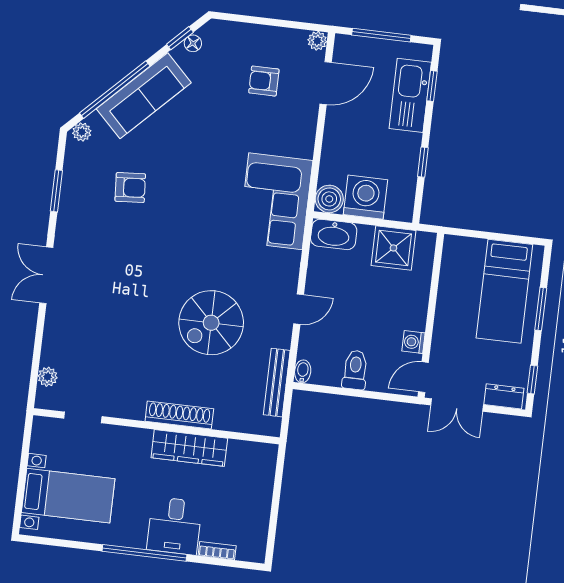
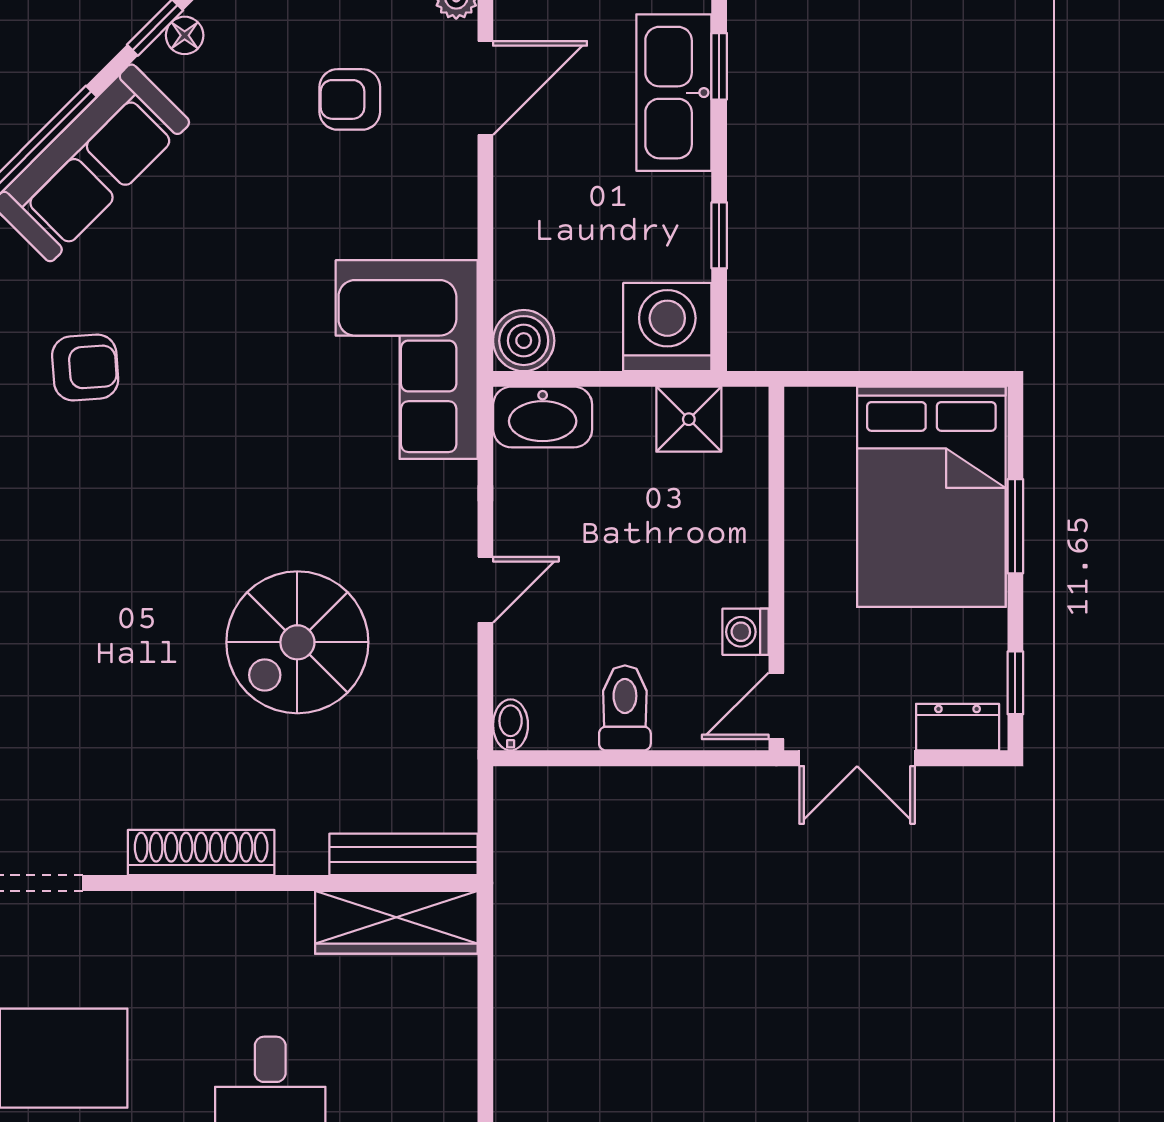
washing machine: (366, 197) -> (667, 327), moved
shower: (393, 248) -> (689, 419), width x0.73, depth x0.73
bed: (504, 291) -> (931, 497), width x1.50
bench: (277, 383) -> (403, 854), moved, turned 90
shoe rack: (179, 415) -> (201, 853), moved
wardrobe: (189, 448) -> (396, 922), moved

